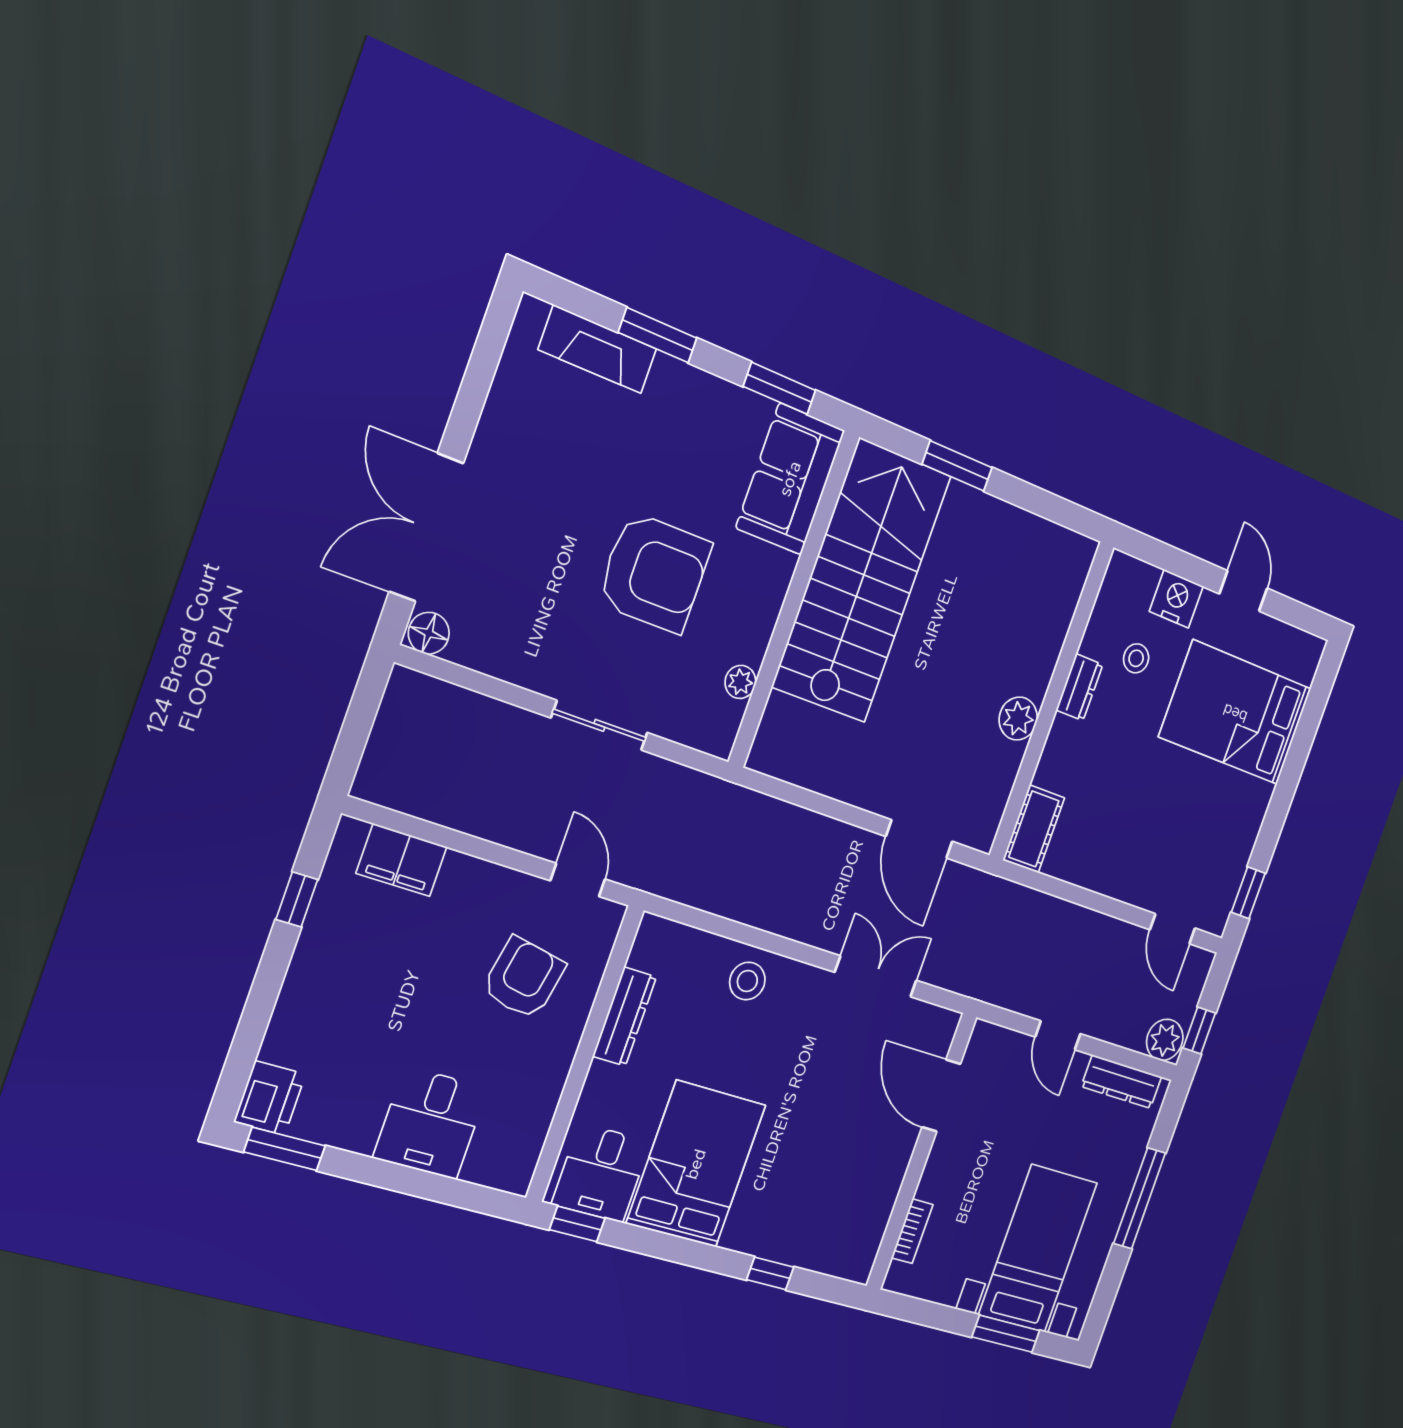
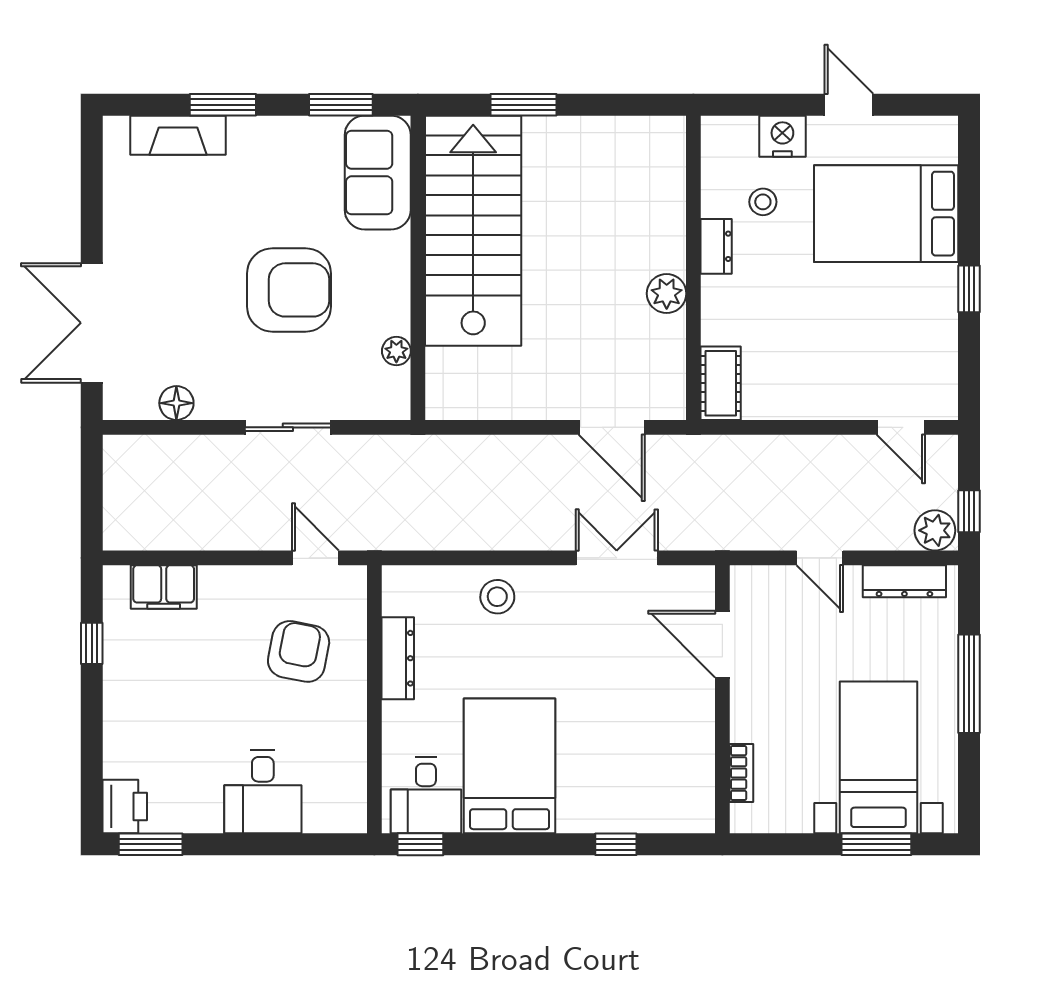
floor lamp: (429, 633) -> (176, 403), moved
window: (1248, 893) -> (969, 289), moved

